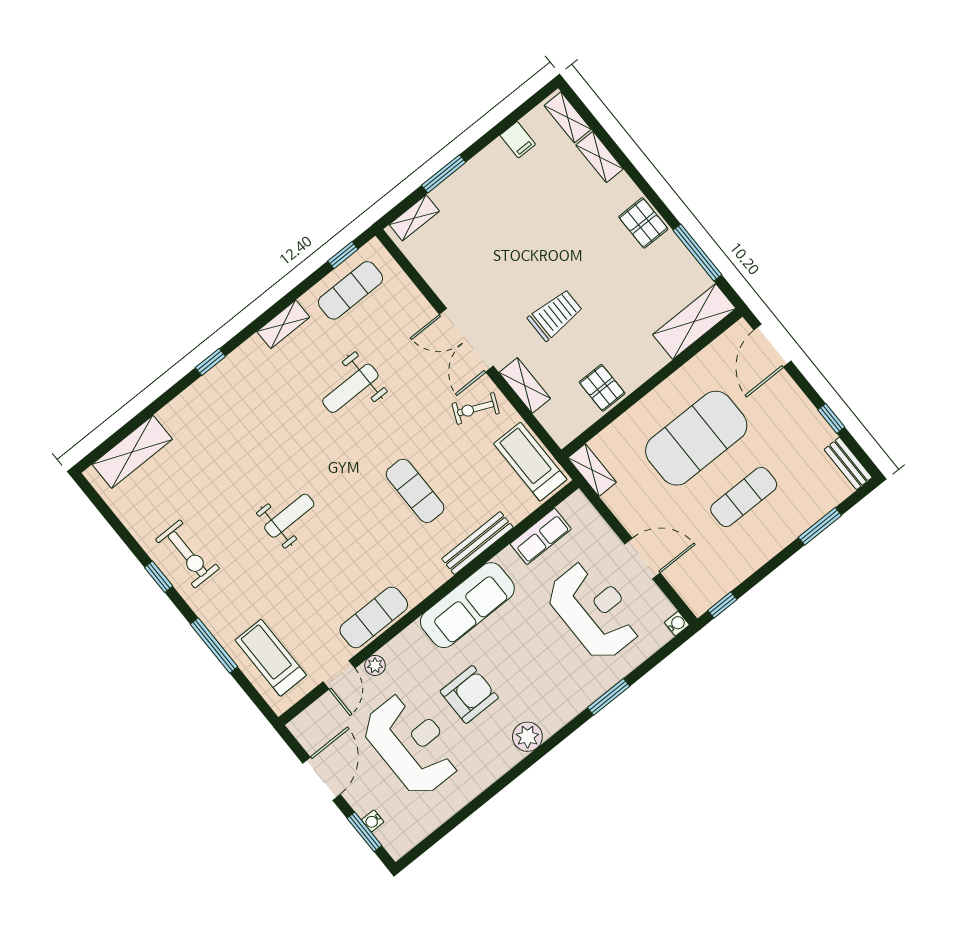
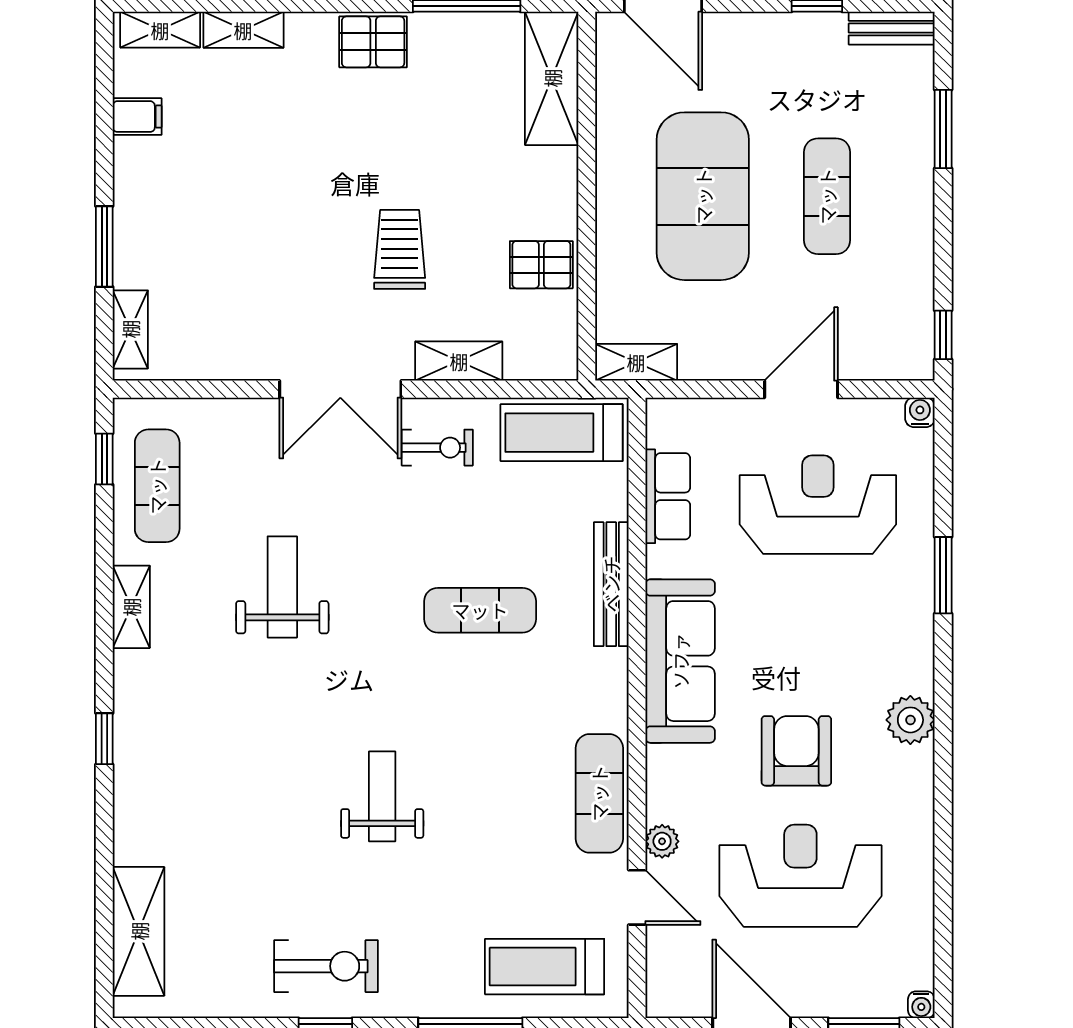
weight bench: (350, 388) -> (282, 587), turned 180
exercise bike: (476, 408) -> (437, 448), turned -114
water cooler: (373, 821) -> (921, 1005), moved

